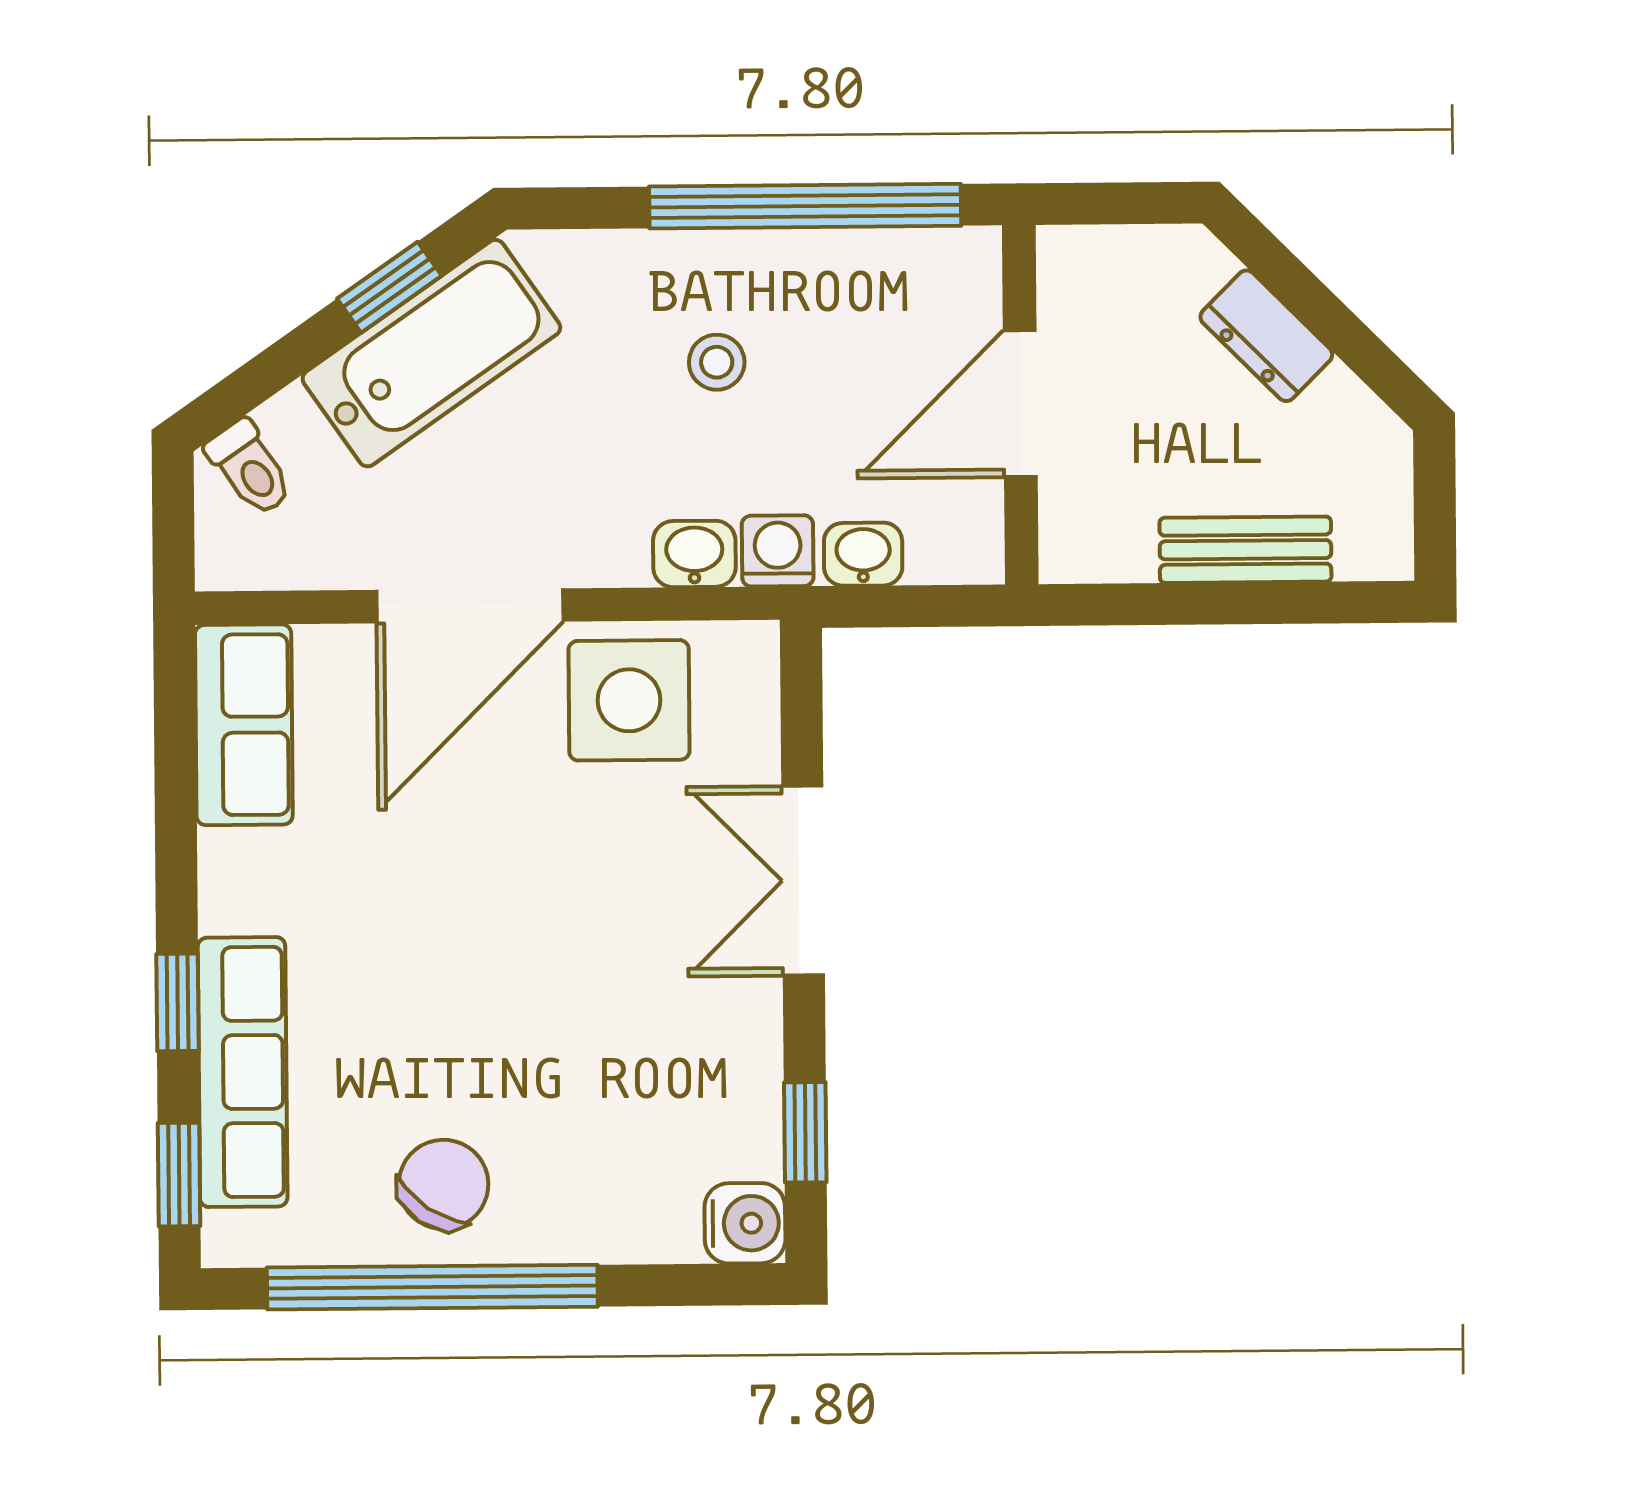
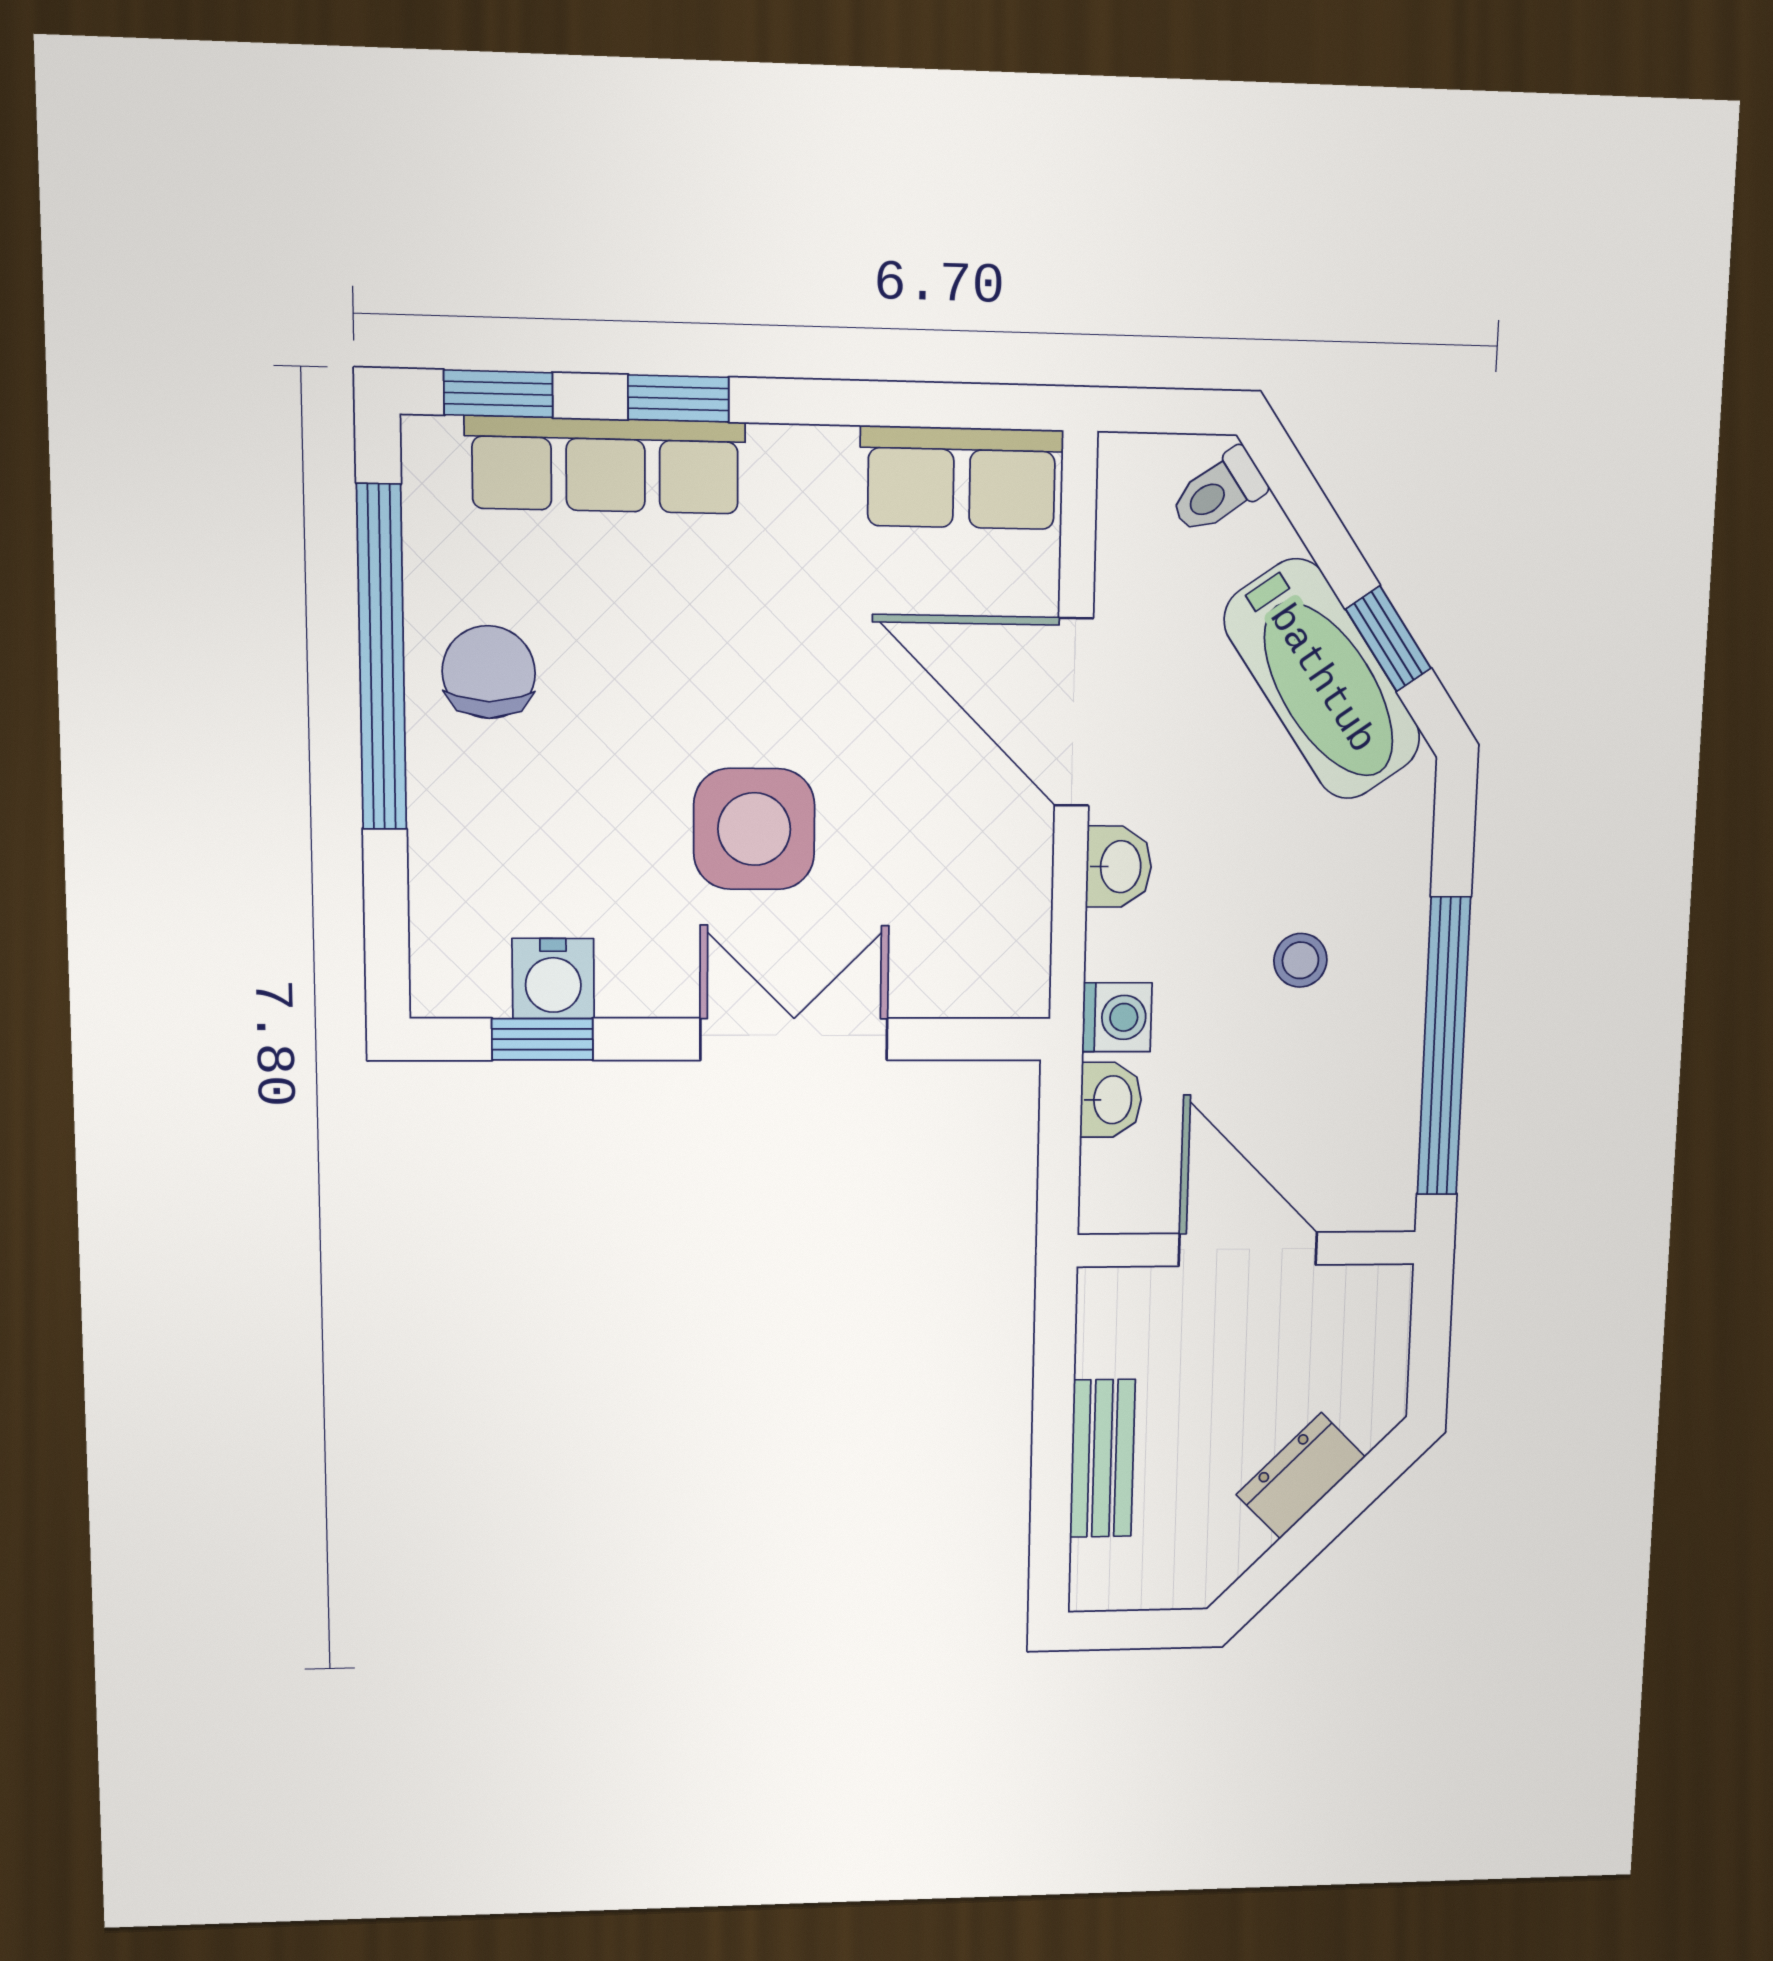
washbasin: (694, 554) -> (1119, 867), moved
side table: (629, 700) -> (754, 829), moved
chair: (444, 1184) -> (489, 672), turned -124
water cooler: (745, 1223) -> (553, 979), moved

